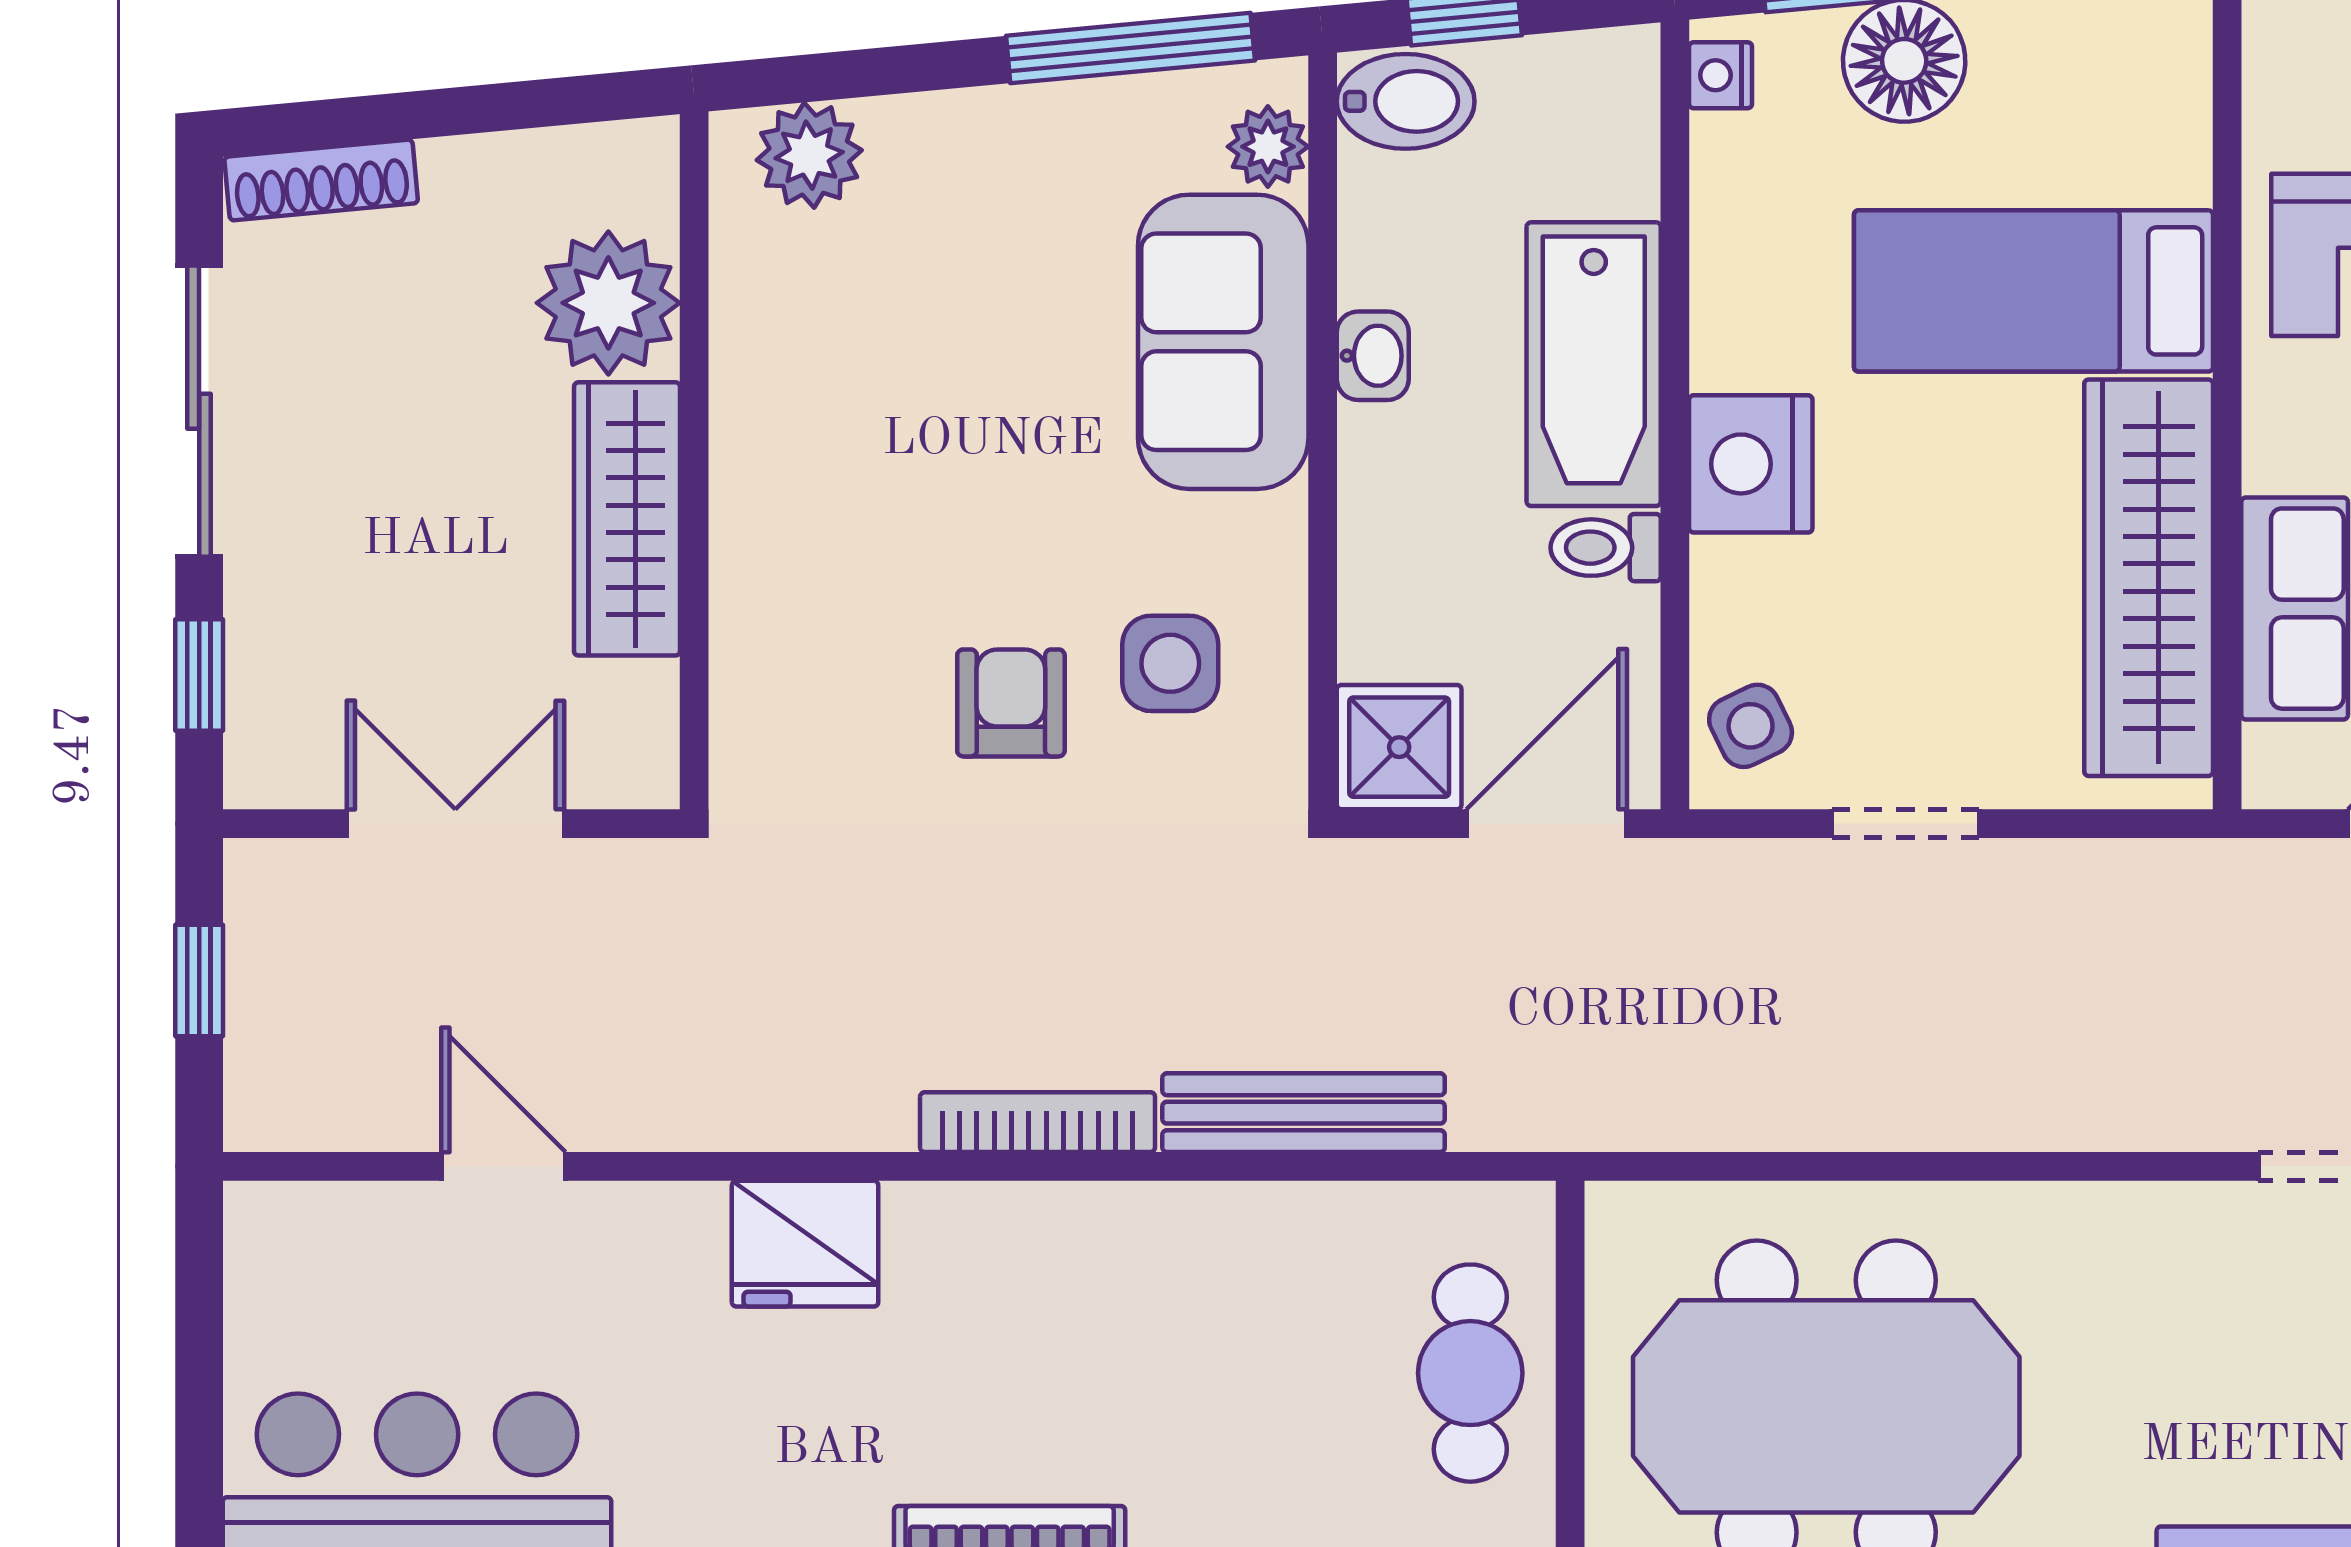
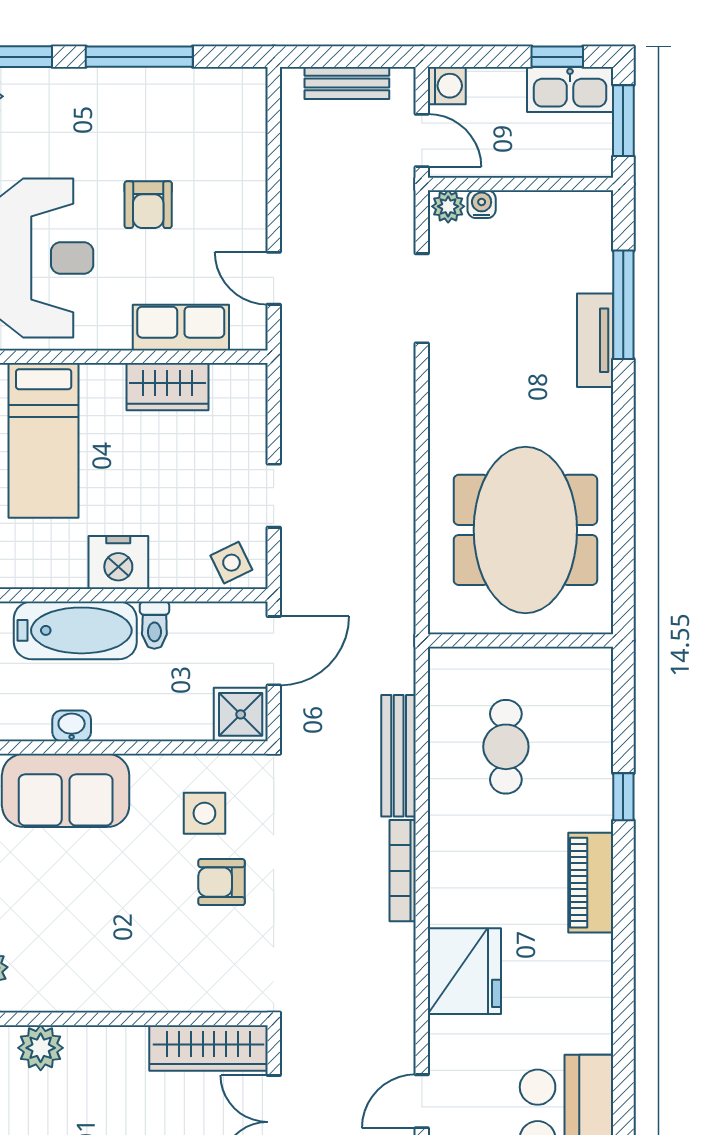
plant: (608, 303) -> (41, 1048), width x0.73, depth x0.73
wardrobe: (627, 519) -> (208, 1048), moved
wardrobe: (2149, 578) -> (167, 387), width x0.48, depth x0.85
door: (1547, 824) -> (274, 651), swing flipped
fridge: (805, 1244) -> (464, 971), width x1.36, depth x1.34
cafe table: (1470, 1373) -> (506, 747), moved, turned 90

